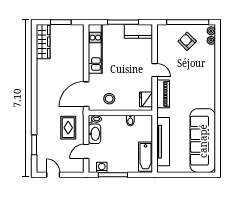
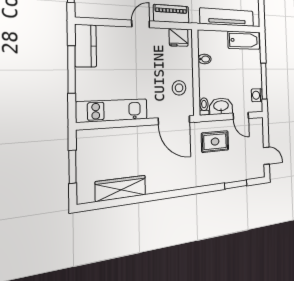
wardrobe: (43, 42) -> (121, 188), moved
door: (53, 175) -> (266, 156), swing flipped

